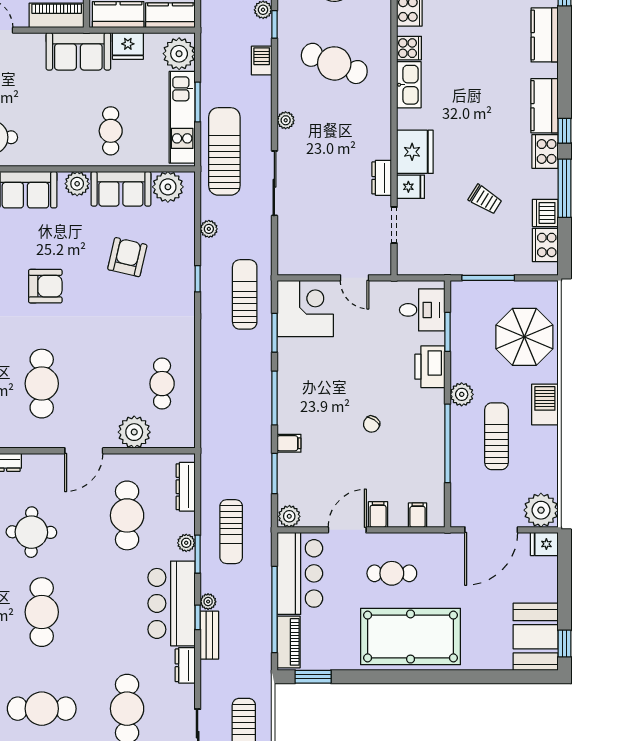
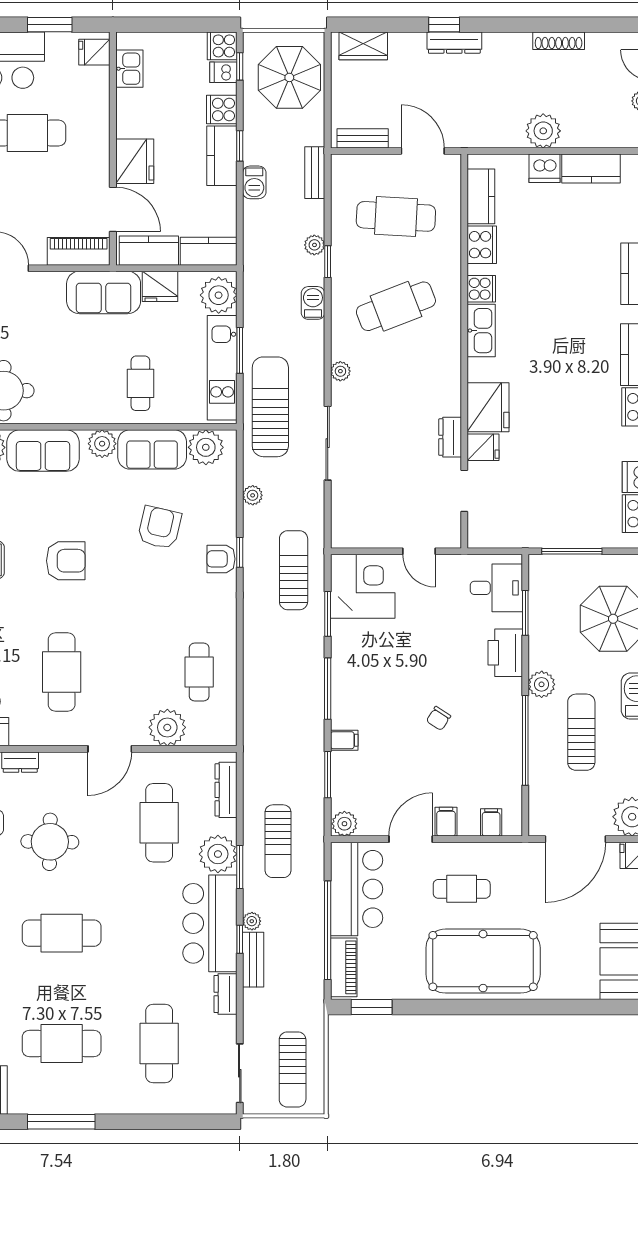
cafe table: (334, 63) -> (396, 306), turned -42
trolley: (485, 199) -> (568, 462), removed
armchair: (181, 285) -> (221, 559), added
plant: (186, 543) -> (218, 854), width x1.88, depth x1.88
cafe table: (42, 612) -> (62, 933), turned 90

